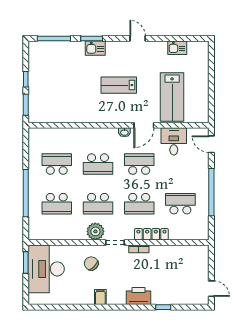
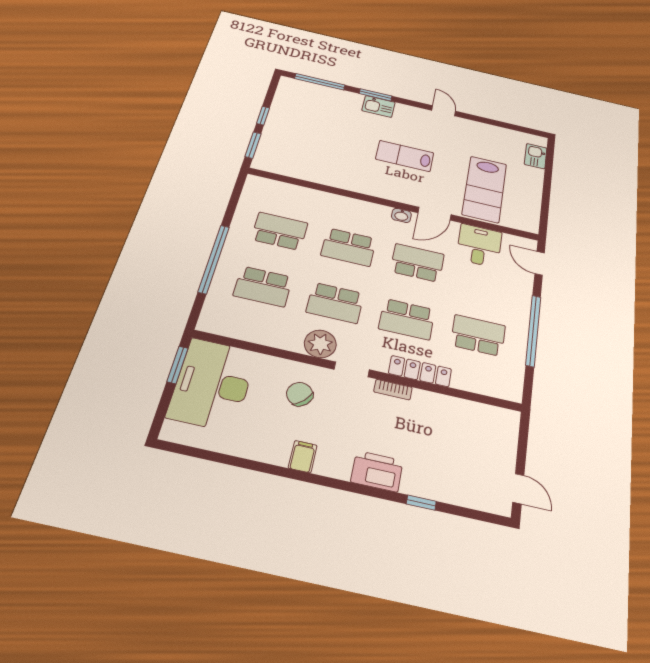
kitchen sink: (177, 48) -> (536, 156), moved, turned 90

